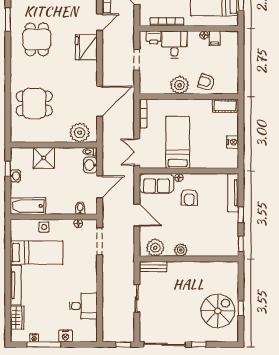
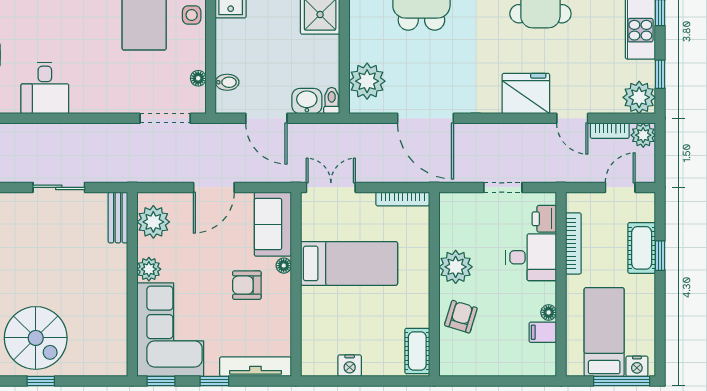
corner sofa: (213, 239) -> (170, 330), added

